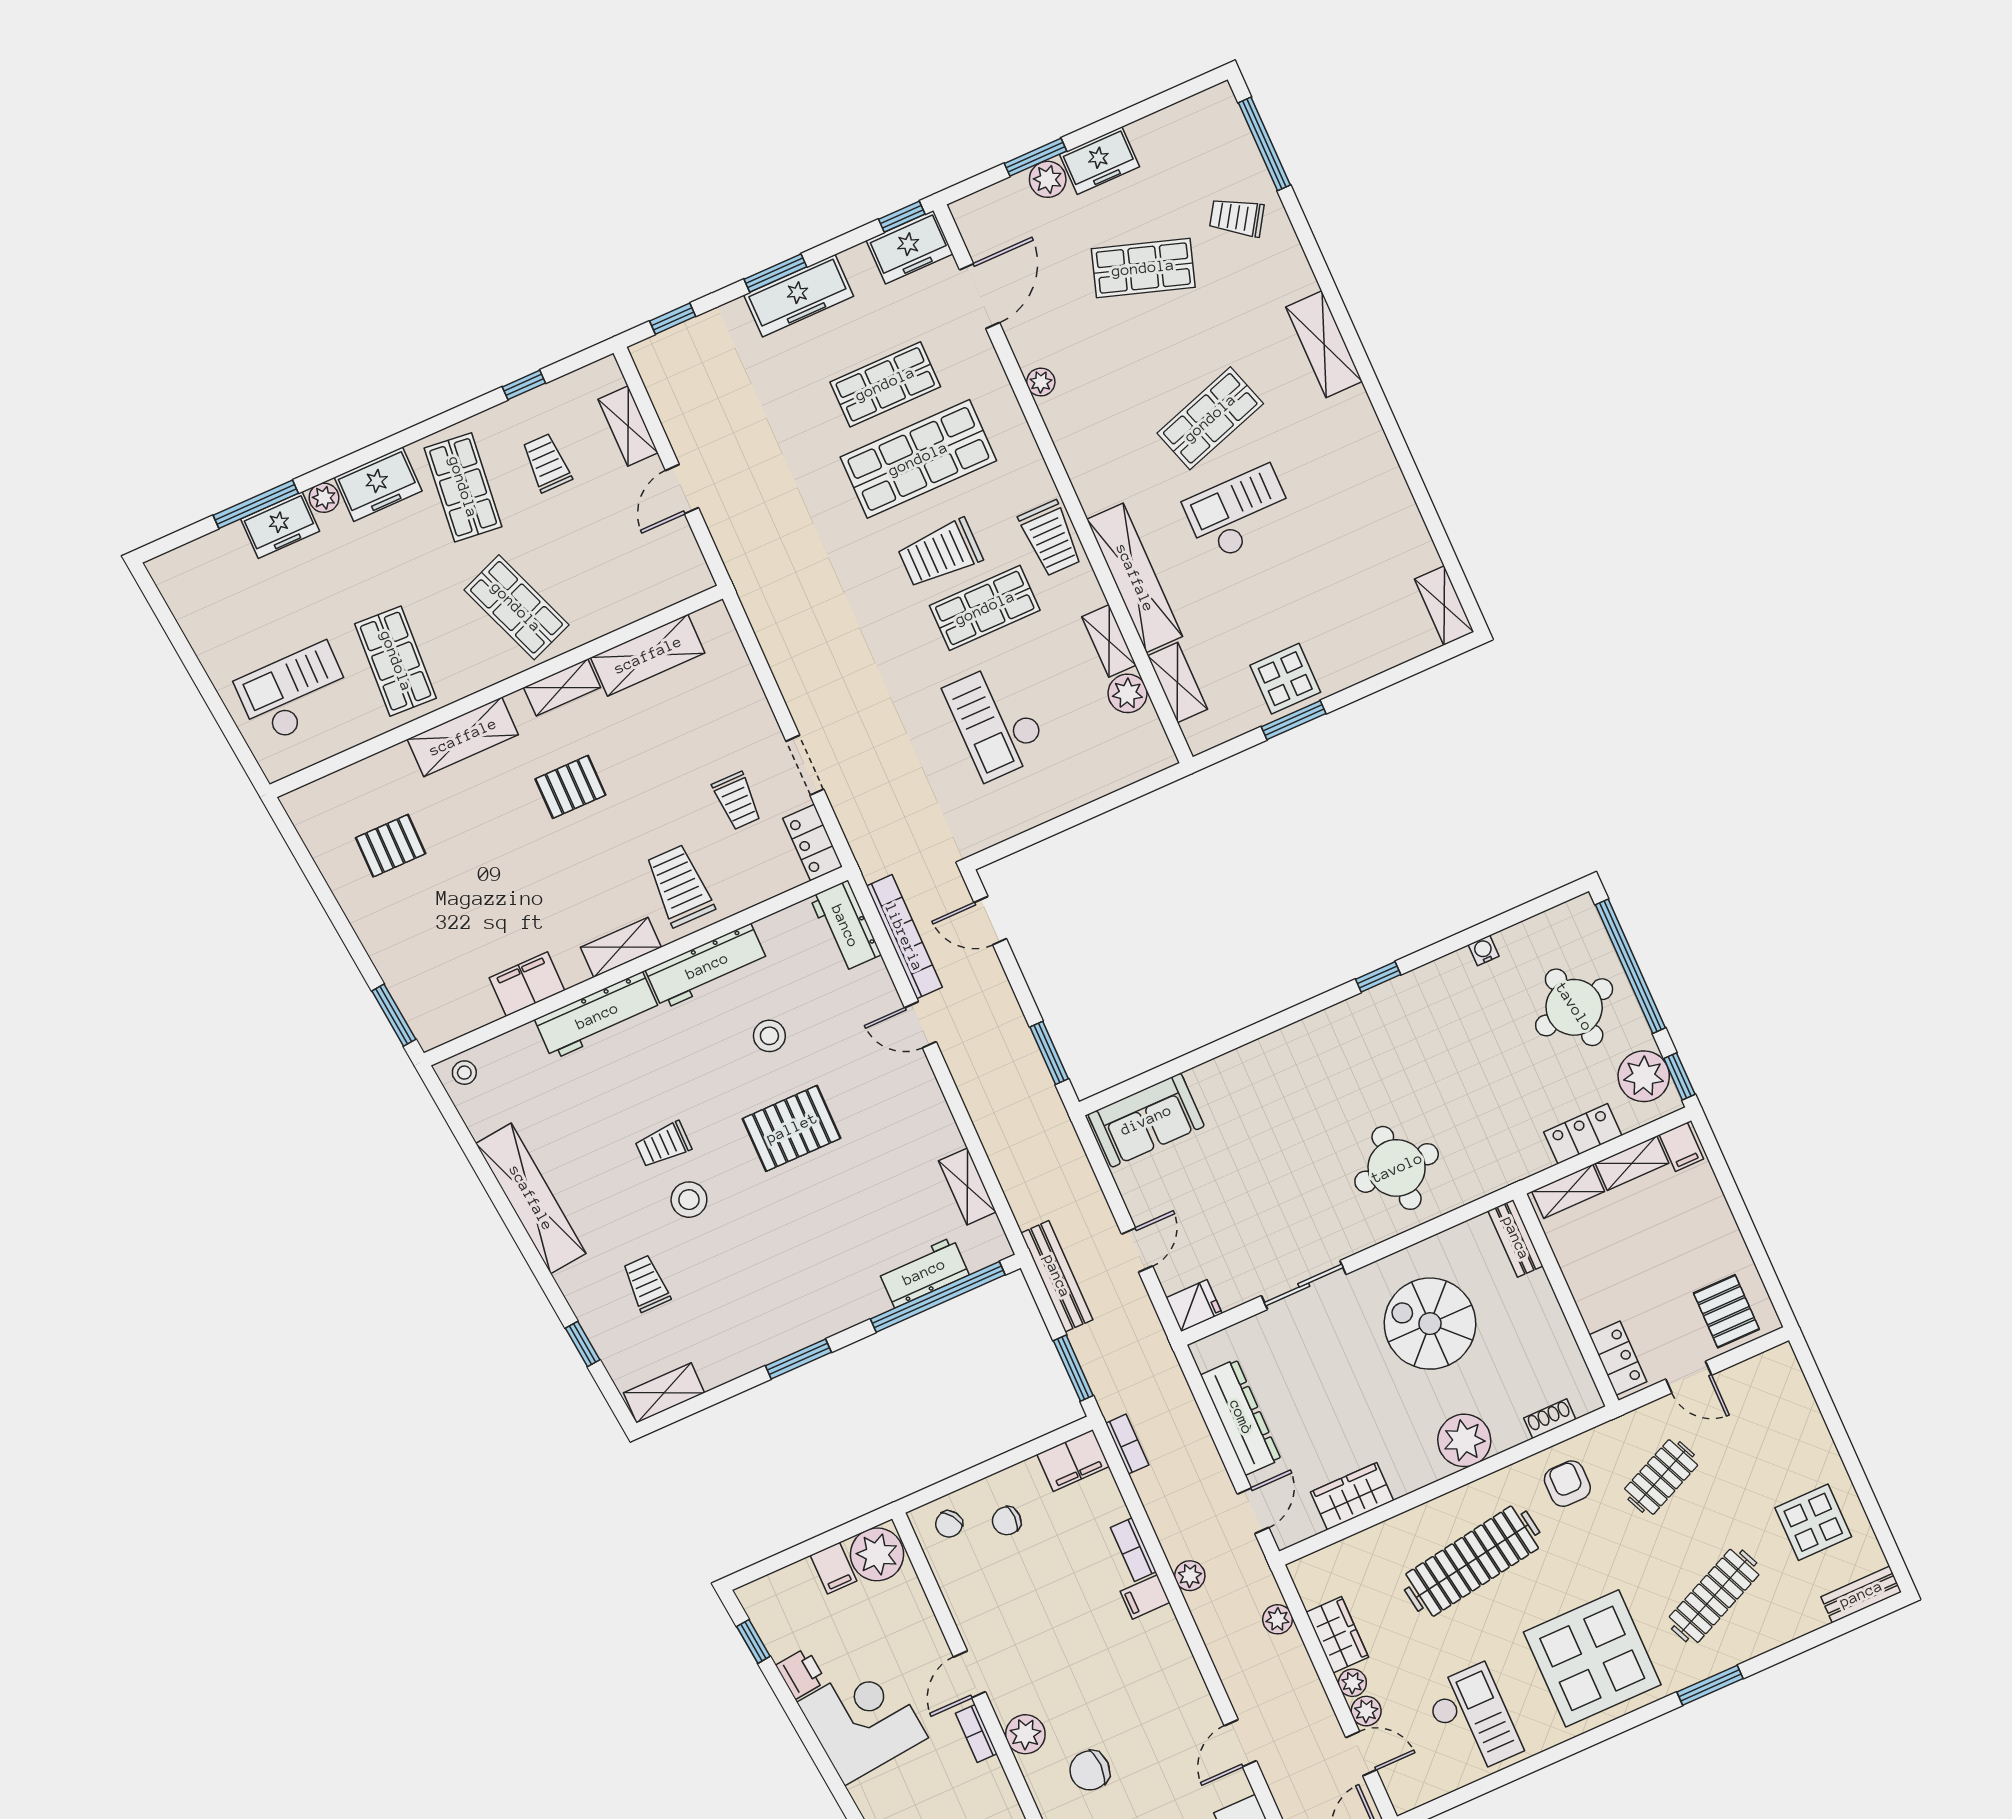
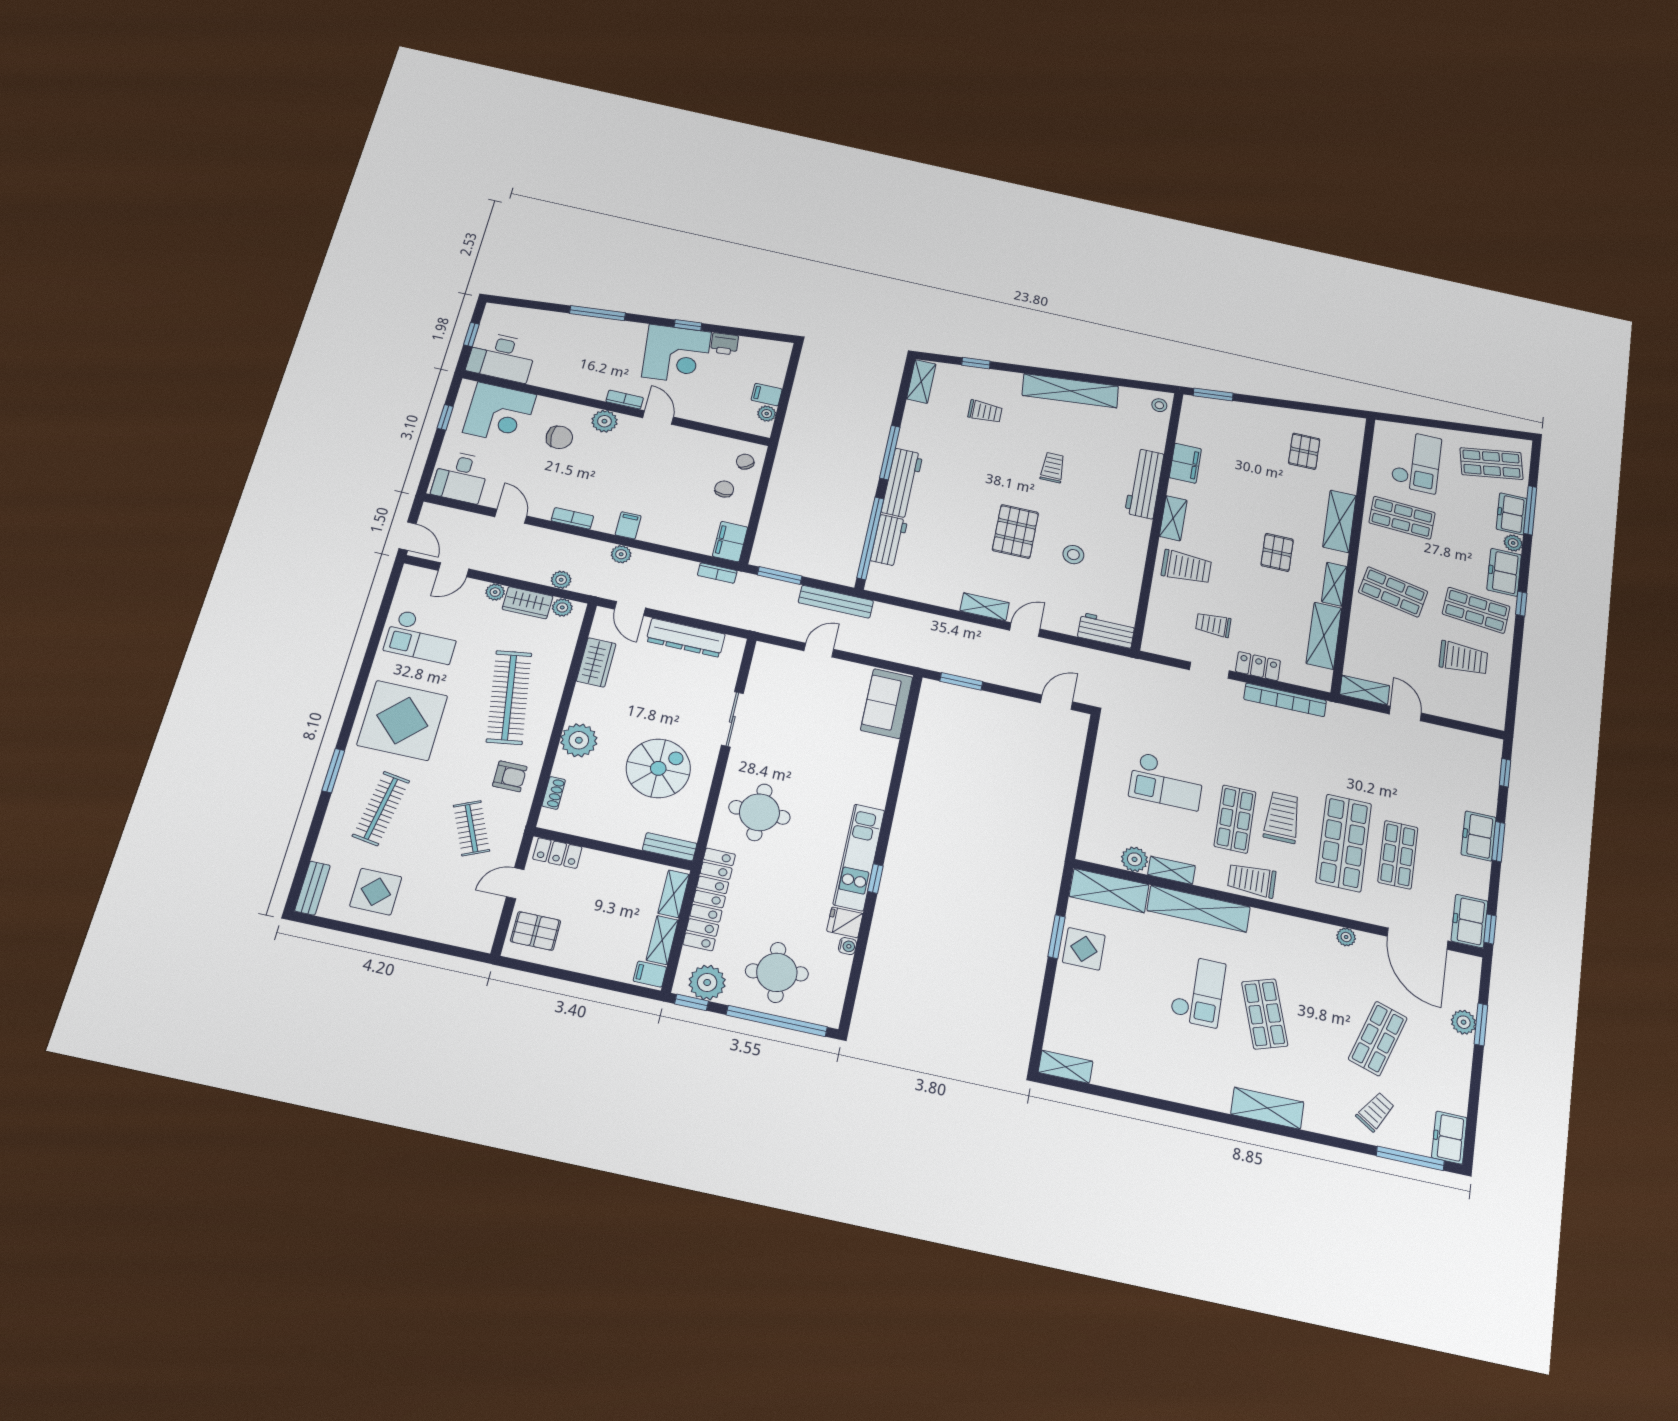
freezer: (1100, 161) -> (1449, 1138), moved
freezer: (799, 296) -> (1479, 836), width x0.71
door: (980, 296) -> (1417, 939), width x1.36
window: (524, 385) -> (1521, 604), moved
shelving: (628, 426) -> (1365, 690), moved
trolley: (547, 463) -> (1463, 658), width x1.36, depth x1.39
shop shelf: (221, 595) -> (1491, 464), added
shop shelf: (516, 607) -> (1393, 592), turned 33
shelving: (1177, 682) -> (1109, 891), width x1.50, depth x1.33
checkout: (996, 721) -> (1167, 781), turned 180
locker: (813, 842) -> (1258, 666), moved
bookcase: (904, 937) -> (1285, 700), moved
workbench: (707, 966) -> (902, 483), moved, turned 180
kitchen unit: (1366, 1014) -> (859, 857), added
locker: (1583, 1134) -> (709, 899), width x2.16, depth x1.21
shelving: (967, 1186) -> (985, 607), moved
stool: (689, 1200) -> (1014, 460), removed
door: (1137, 1250) -> (819, 650), swing flipped
fridge: (1194, 1306) -> (845, 922), moved, turned 90
window: (798, 1359) -> (890, 452), width x1.44
bookcase: (1133, 1550) -> (572, 518), moved
plant: (877, 1554) -> (767, 414), width x0.53, depth x0.53
clothes rail: (1714, 1596) -> (381, 808), turned 33
window: (753, 1641) -> (688, 325), moved
plant: (1366, 1711) -> (562, 607), moved
chair: (1090, 1770) -> (559, 437), turned 90

